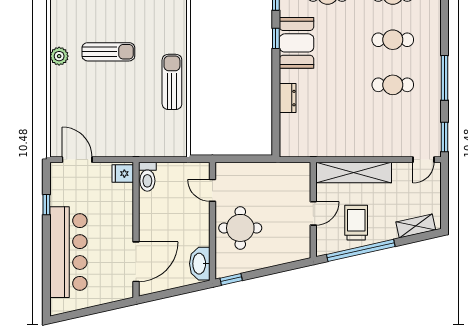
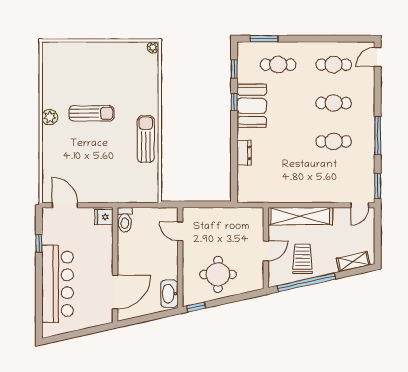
round table: (240, 228) -> (218, 274), moved

